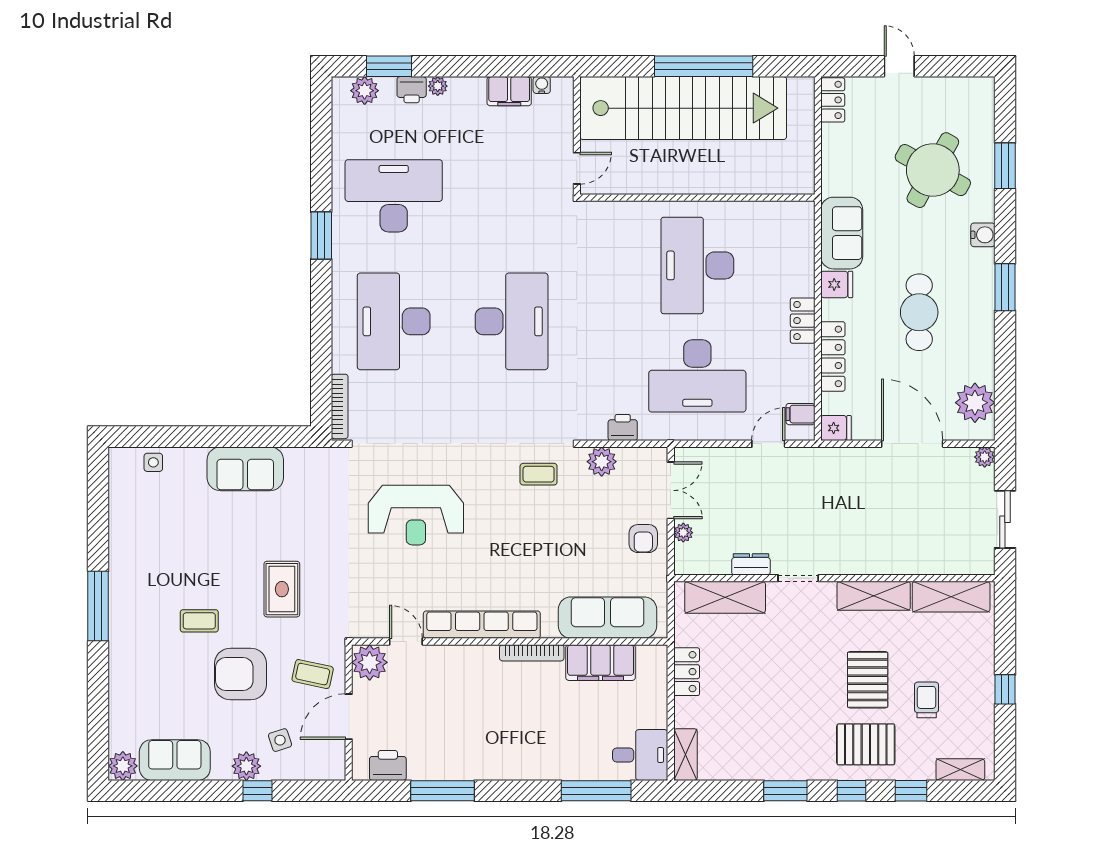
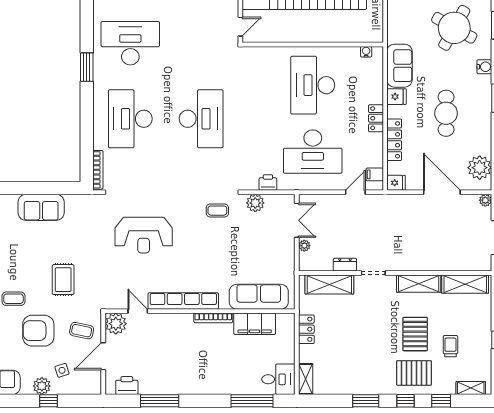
water cooler: (786, 210) -> (366, 52), added
armchair: (643, 539) -> (280, 249), removed

